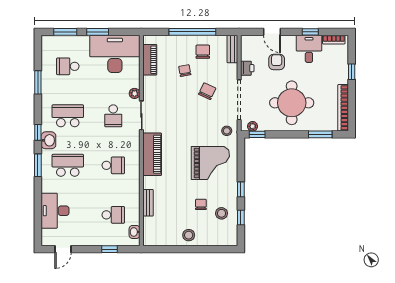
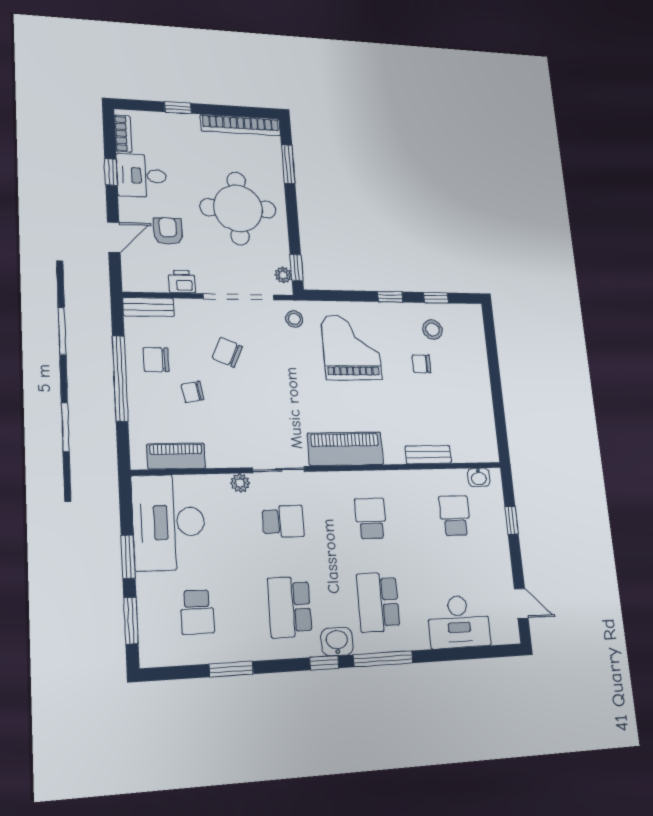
armchair: (277, 62) -> (168, 231), turned 89
window: (38, 165) -> (383, 659), width x1.44
stool: (189, 235) -> (473, 385), removed

